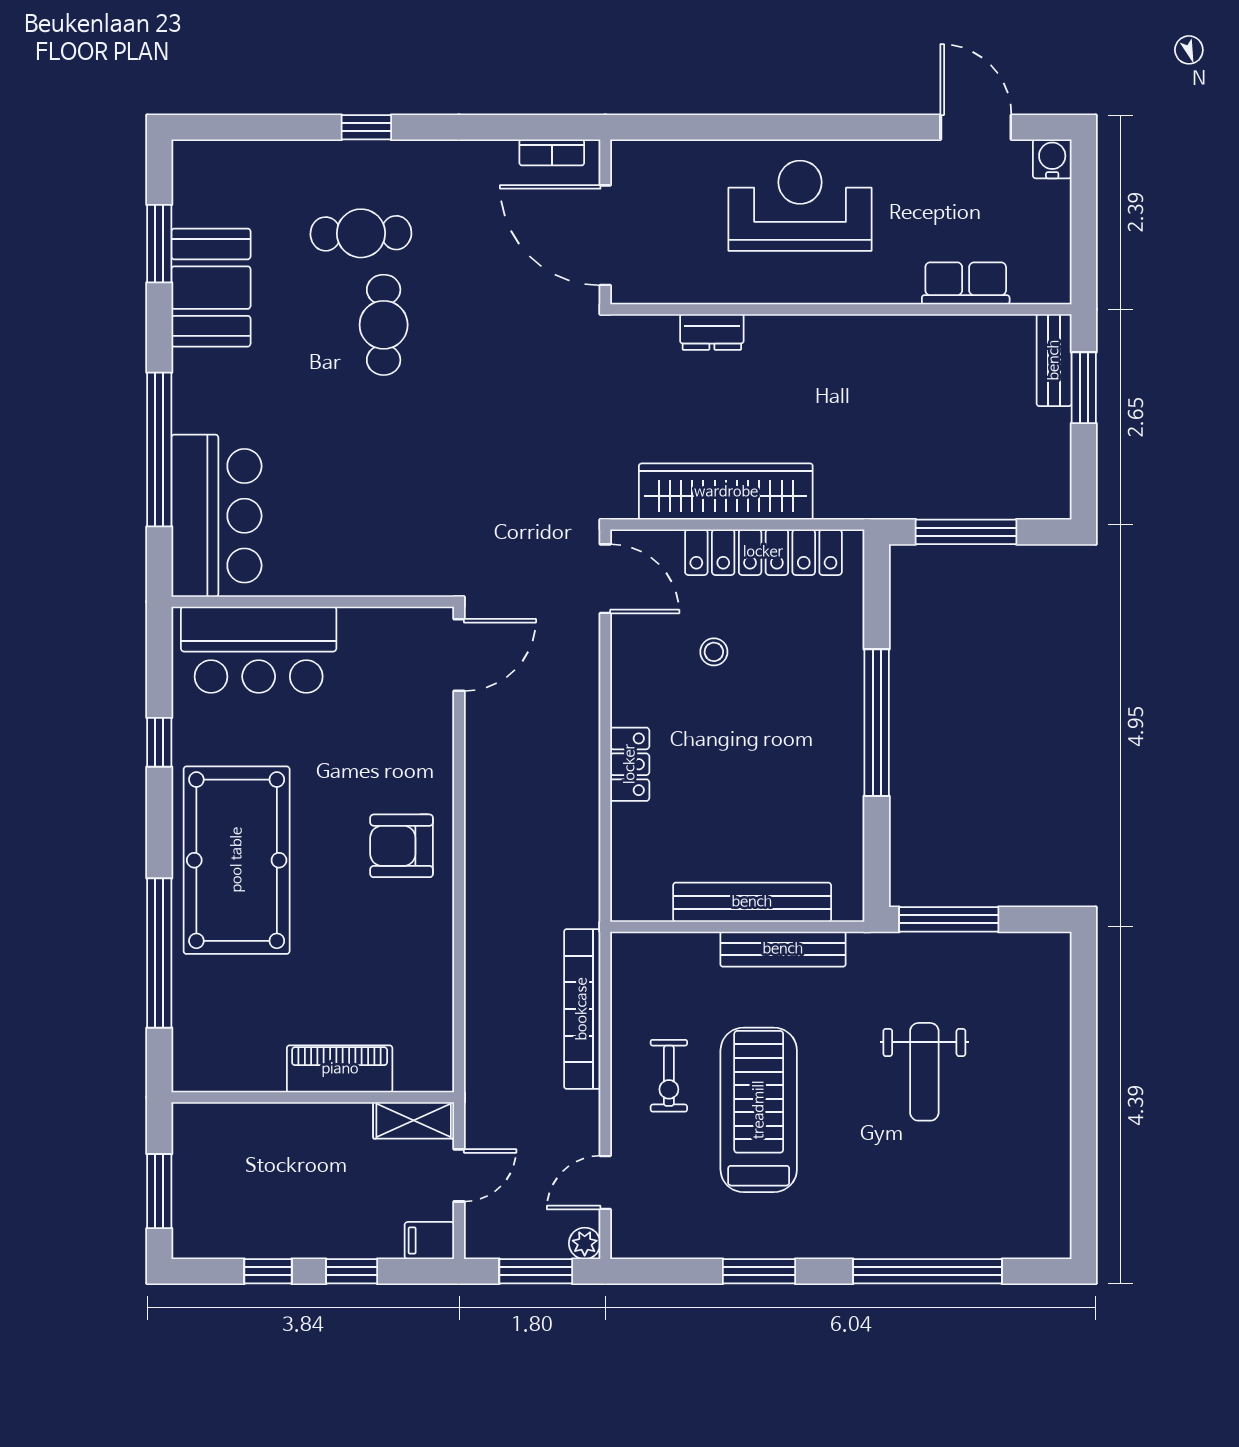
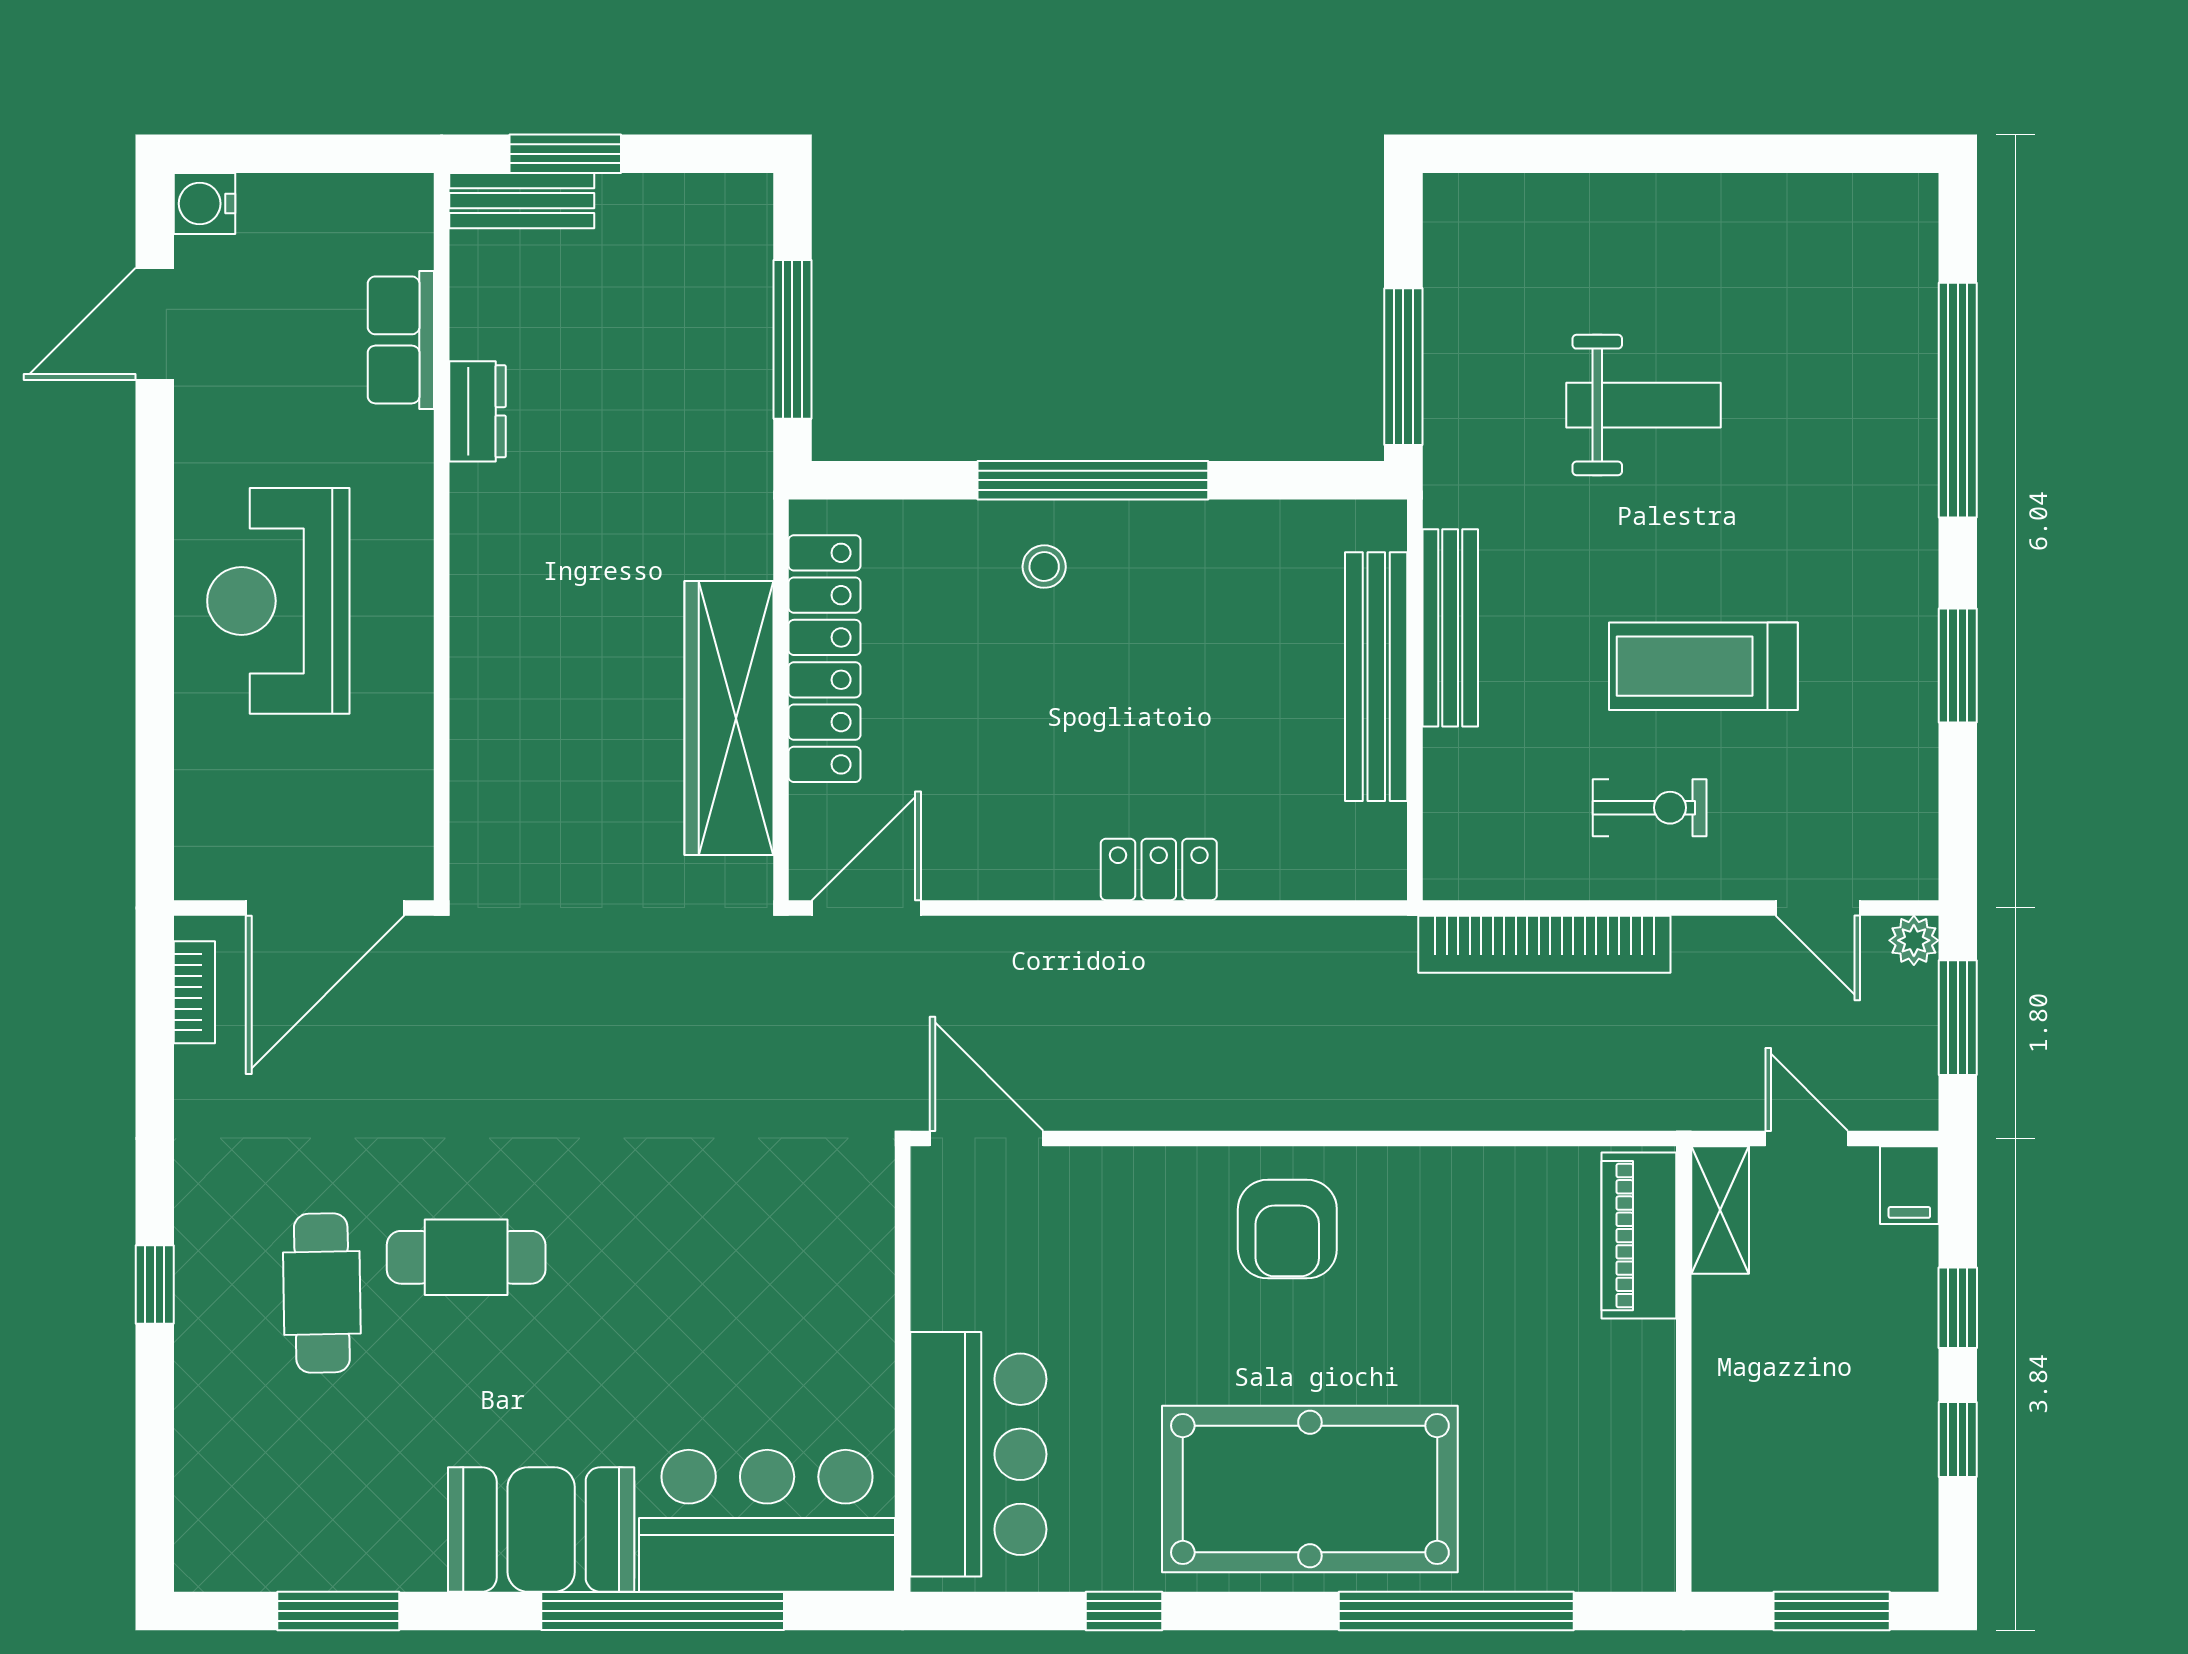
booth: (211, 288) -> (541, 1529), moved
dresser: (712, 332) -> (477, 411), moved
stool: (714, 652) -> (1044, 567), moved
piano: (340, 1069) -> (1639, 1236), moved
treadmill: (759, 1110) -> (1703, 666), width x0.73, depth x0.73

